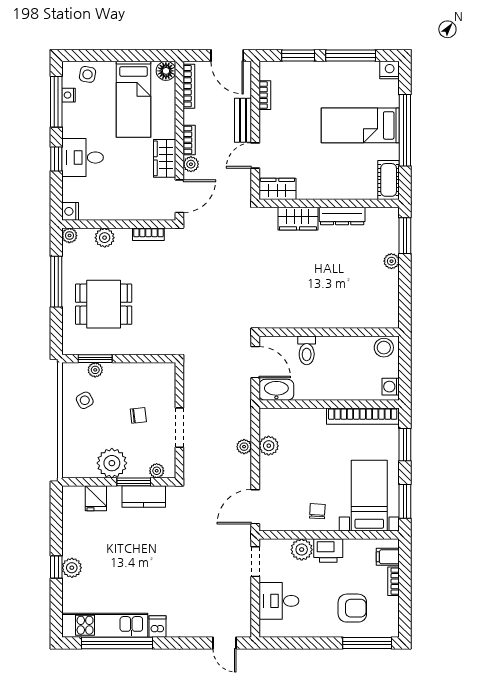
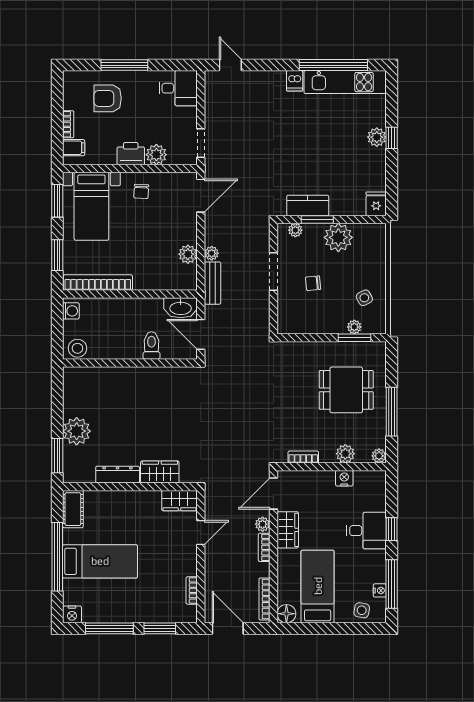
bench: (243, 120) -> (213, 283), moved
nightstand: (70, 211) -> (344, 478), moved, turned -90
plant: (391, 261) -> (77, 431), width x1.88, depth x1.88
fridge: (96, 498) -> (376, 204), moved
desk: (279, 601) -> (178, 88), moved
window: (367, 643) -> (124, 65), moved

